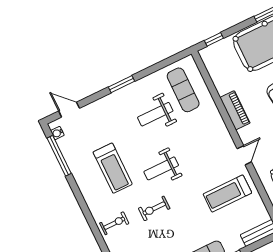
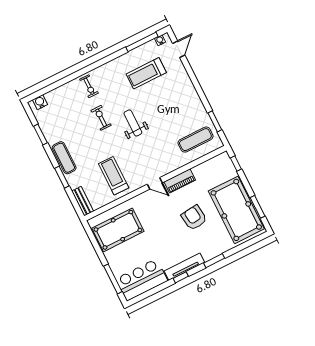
window: (122, 84) -> (215, 121), moved
weight bench: (155, 114) -> (176, 118), removed
door: (244, 155) -> (155, 183), moved
treadmill: (113, 168) -> (146, 73), moved

